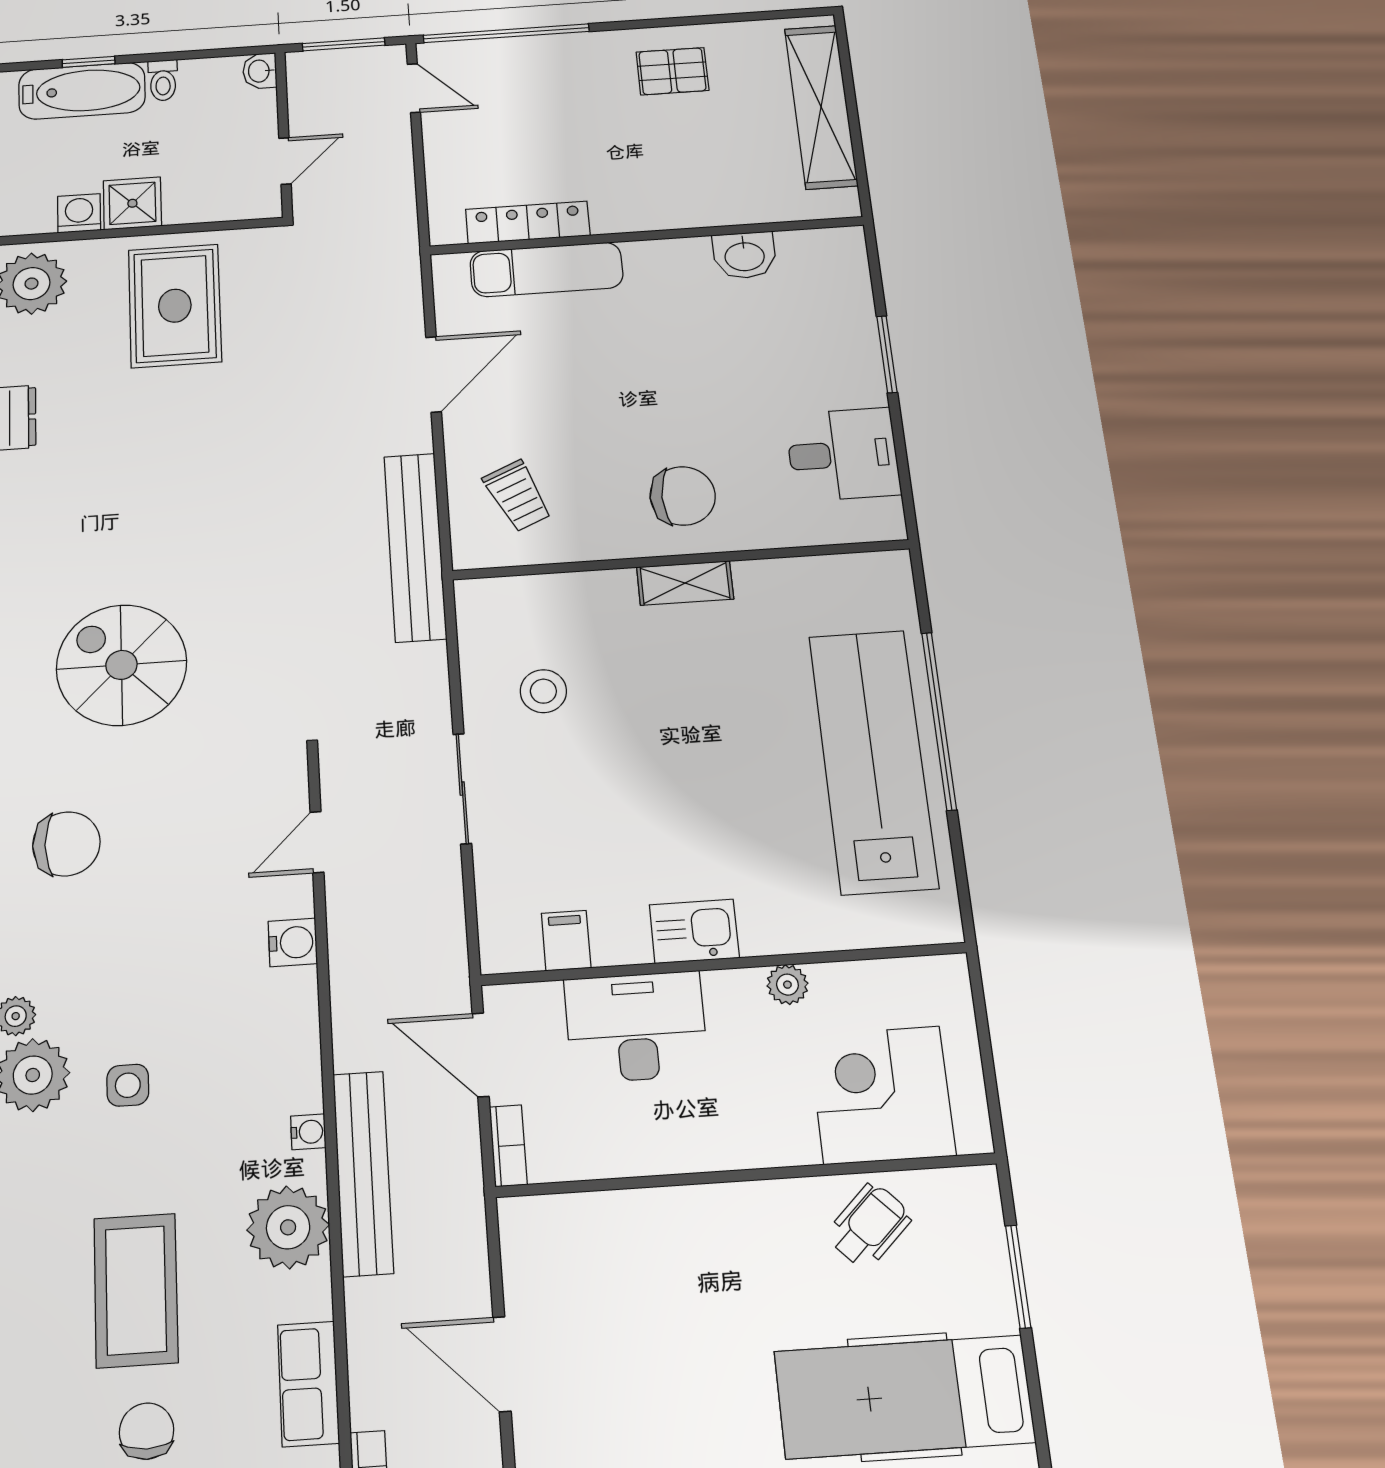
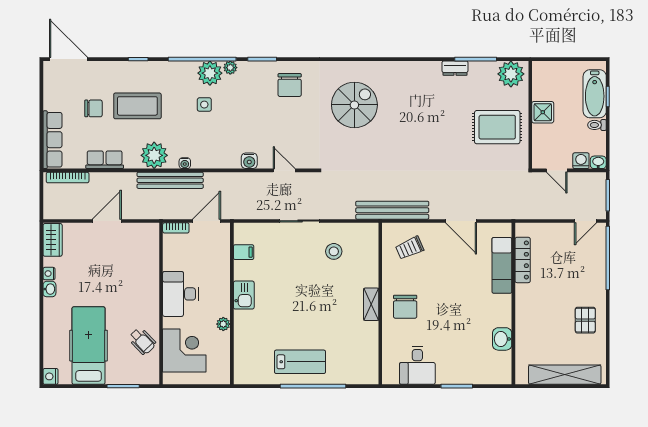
washing machine: (79, 213) -> (581, 161), moved, turned -90
lab bench: (873, 761) -> (300, 362), width x0.54, depth x0.72
desk: (636, 1027) -> (180, 294), moved, turned 180

